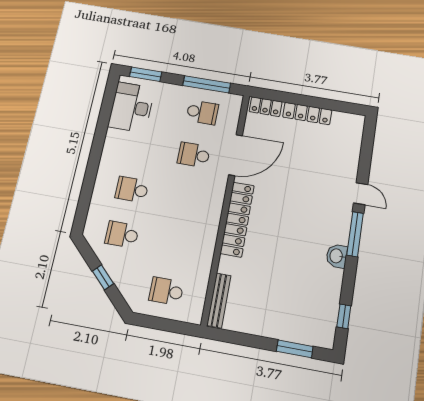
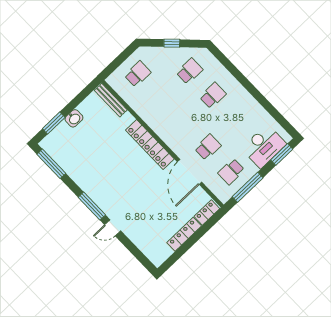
desk: (131, 107) -> (264, 146), moved, turned 90
washbasin: (337, 256) -> (74, 118), moved, turned 90
window: (344, 316) -> (51, 164), width x2.17

